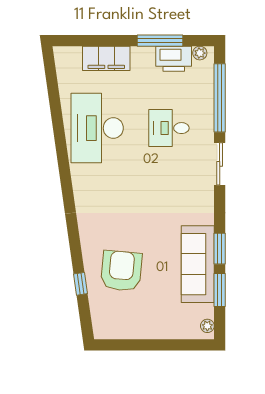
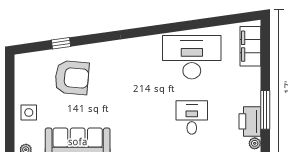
filing cabinet: (106, 58) -> (250, 46), moved
side table: (163, 322) -> (29, 112), added

